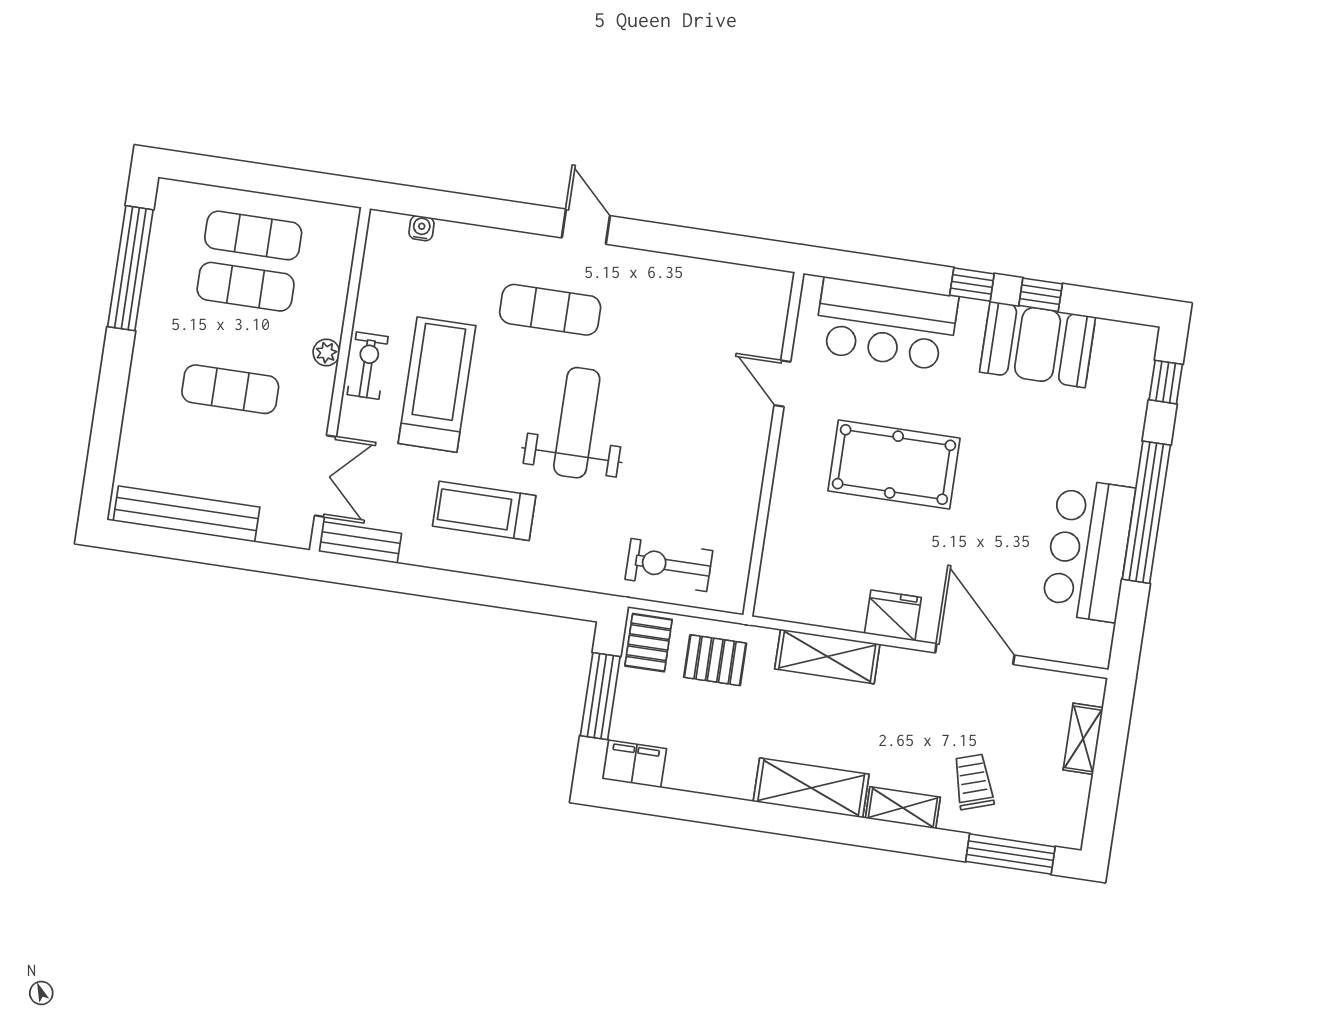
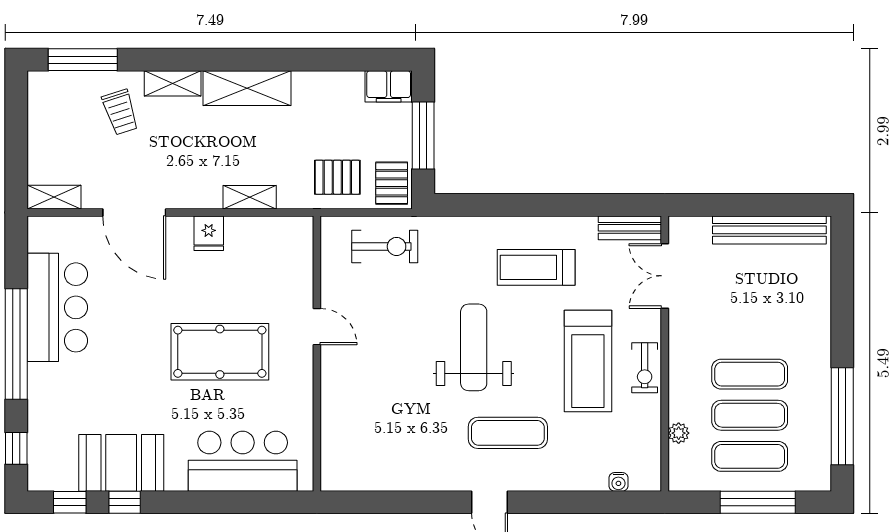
window: (252, 177) -> (758, 502), added
window: (972, 284) -> (70, 502), moved
plant: (326, 352) -> (679, 433), moved
door: (782, 384) -> (317, 327), moved
exercise mat: (230, 389) -> (750, 374), moved
weight bench: (577, 423) -> (474, 347), turned 180
treadmill: (484, 511) -> (536, 267), turned 180
fridge: (893, 615) -> (209, 233), width x0.72
shelving: (827, 656) -> (250, 197), width x0.67, depth x0.75
shelving: (1083, 739) -> (54, 197), moved, turned 90

